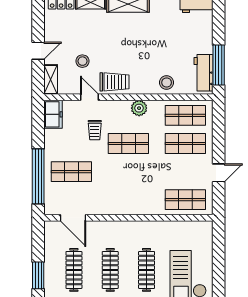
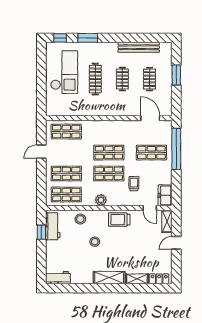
stool: (82, 61) -> (95, 242), moved
window: (219, 65) -> (41, 232), width x0.46
door: (90, 97) -> (150, 208), moved
shop shelf: (128, 172) -> (109, 153), added
clothes rail: (74, 270) -> (150, 79), width x0.73
clothes rail: (110, 270) -> (122, 79), width x0.73

